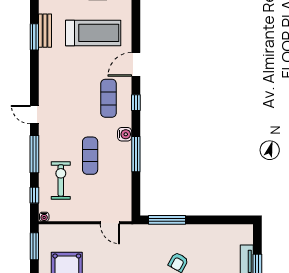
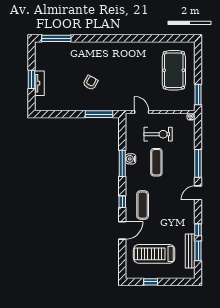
bench: (45, 31) -> (190, 251), width x1.36
door: (34, 115) -> (198, 193), swing flipped
water cooler: (125, 134) -> (131, 159), moved
exercise bike: (61, 180) -> (158, 134), moved, turned -90
window: (34, 195) -> (198, 230), moved

